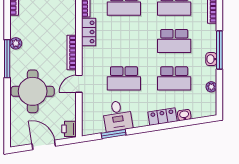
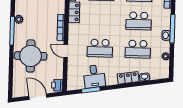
door: (79, 84) -> (66, 51), hinge flipped

